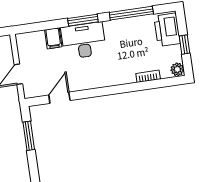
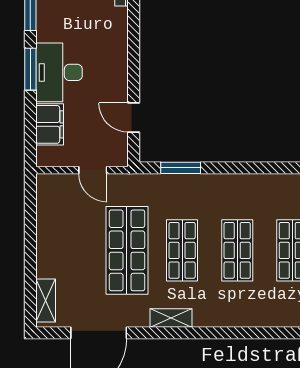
filing cabinet: (53, 38) -> (50, 124), width x2.00

